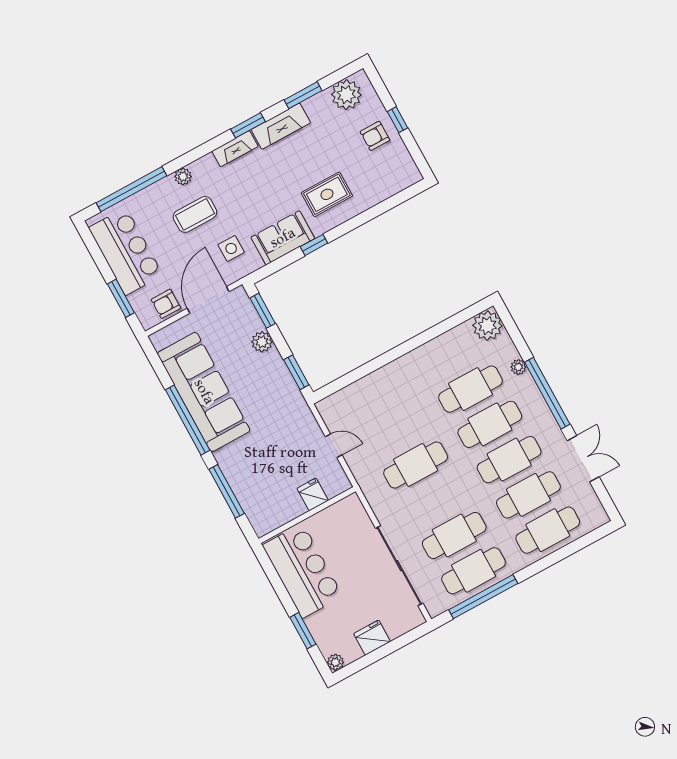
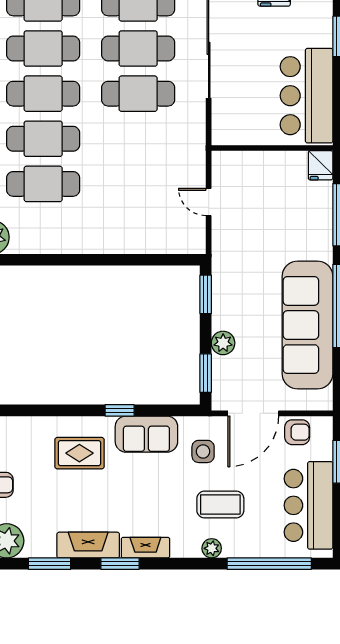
cafe table: (416, 465) -> (138, 94), moved
fridge: (313, 494) -> (321, 165), moved

